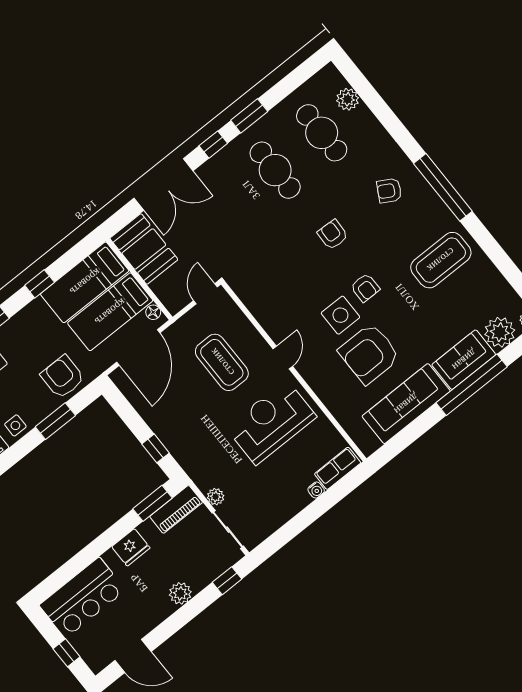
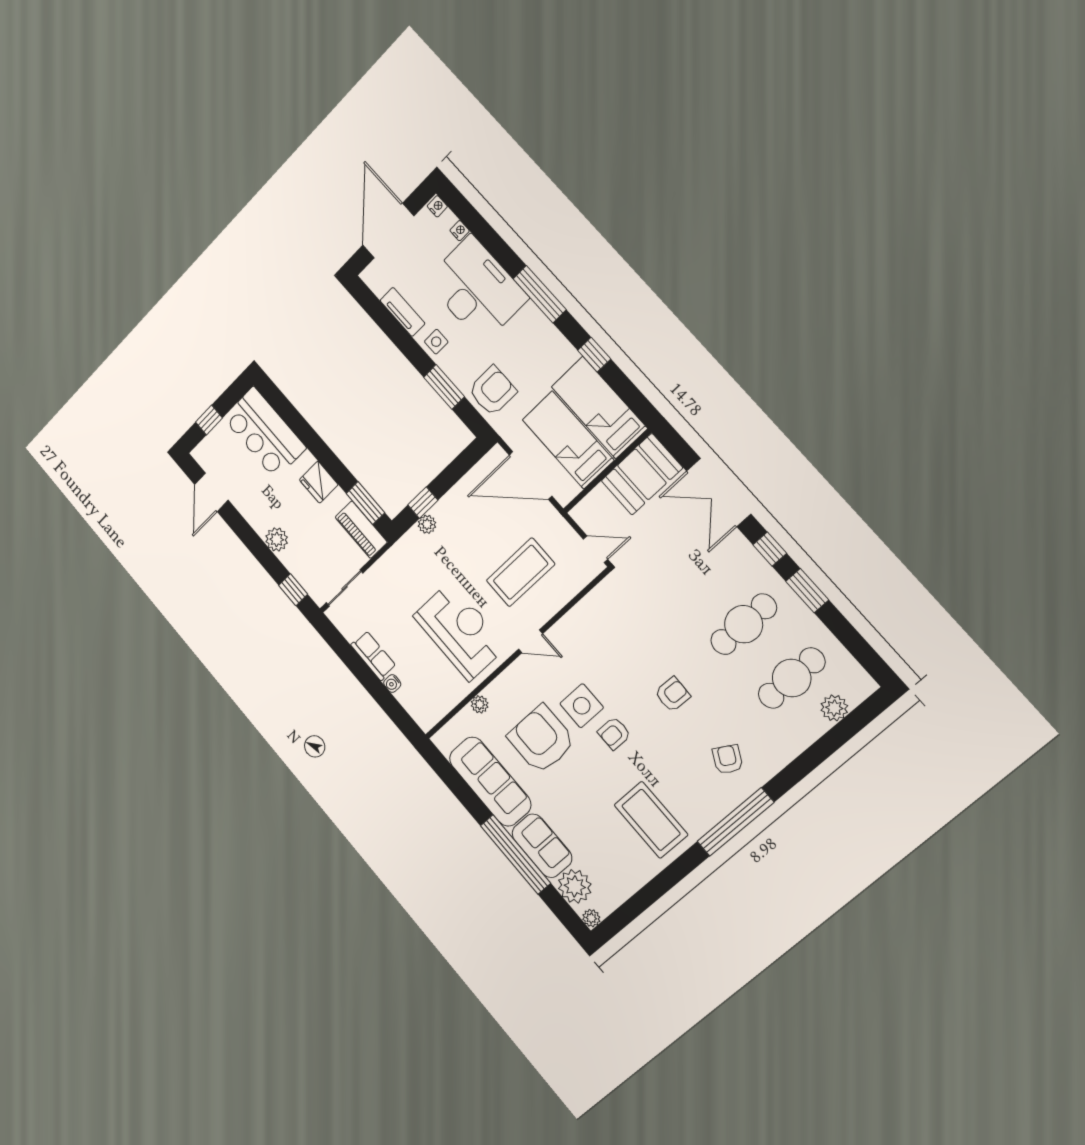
floor lamp: (153, 312) -> (571, 490), removed
plant: (337, 408) -> (480, 704), added
row of seats: (338, 468) -> (373, 656), moved
plant: (216, 497) -> (427, 524), moved

